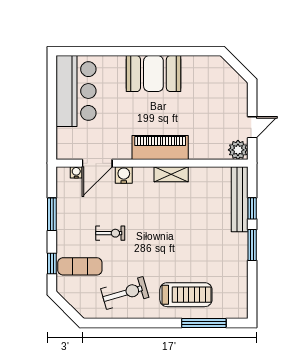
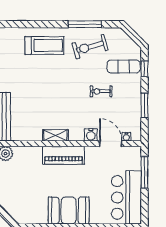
window: (52, 125) -> (144, 172), added
door: (97, 163) -> (111, 144), hinge flipped
treadmill: (186, 295) -> (44, 45), turned 180
window: (204, 323) -> (85, 24), moved

